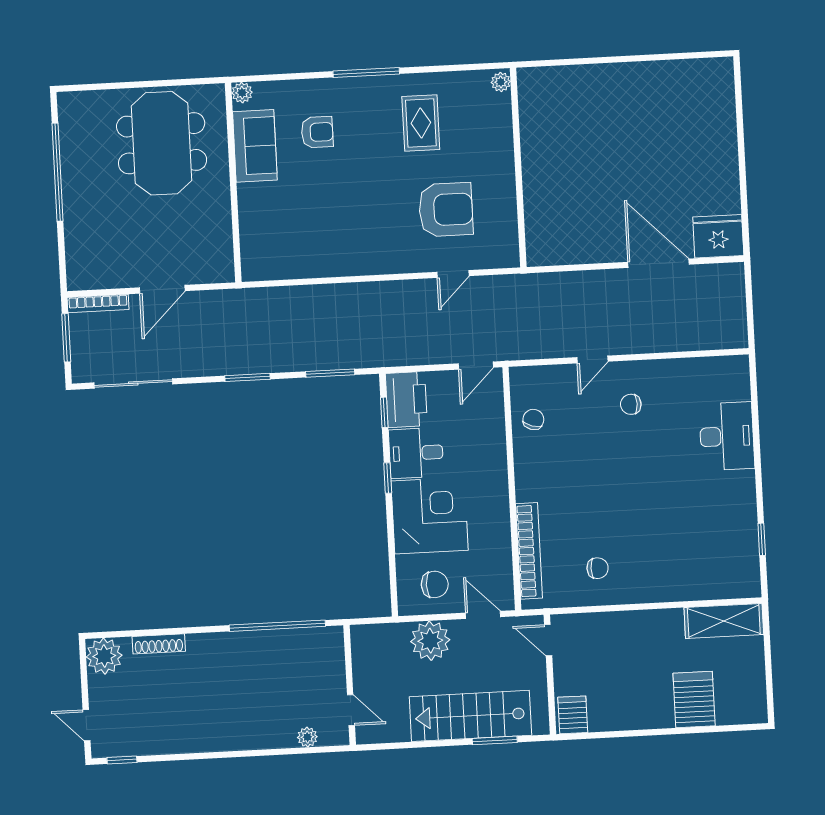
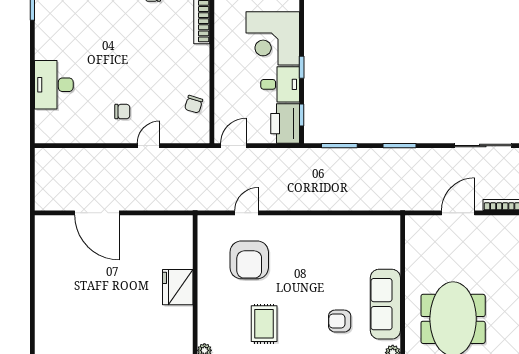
sofa: (255, 146) -> (385, 304), width x1.36
armchair: (446, 210) -> (249, 260), turned -90
fridge: (718, 236) -> (178, 287), moved, turned 90

